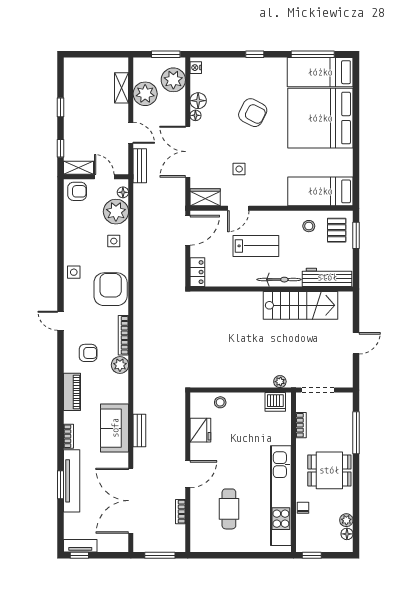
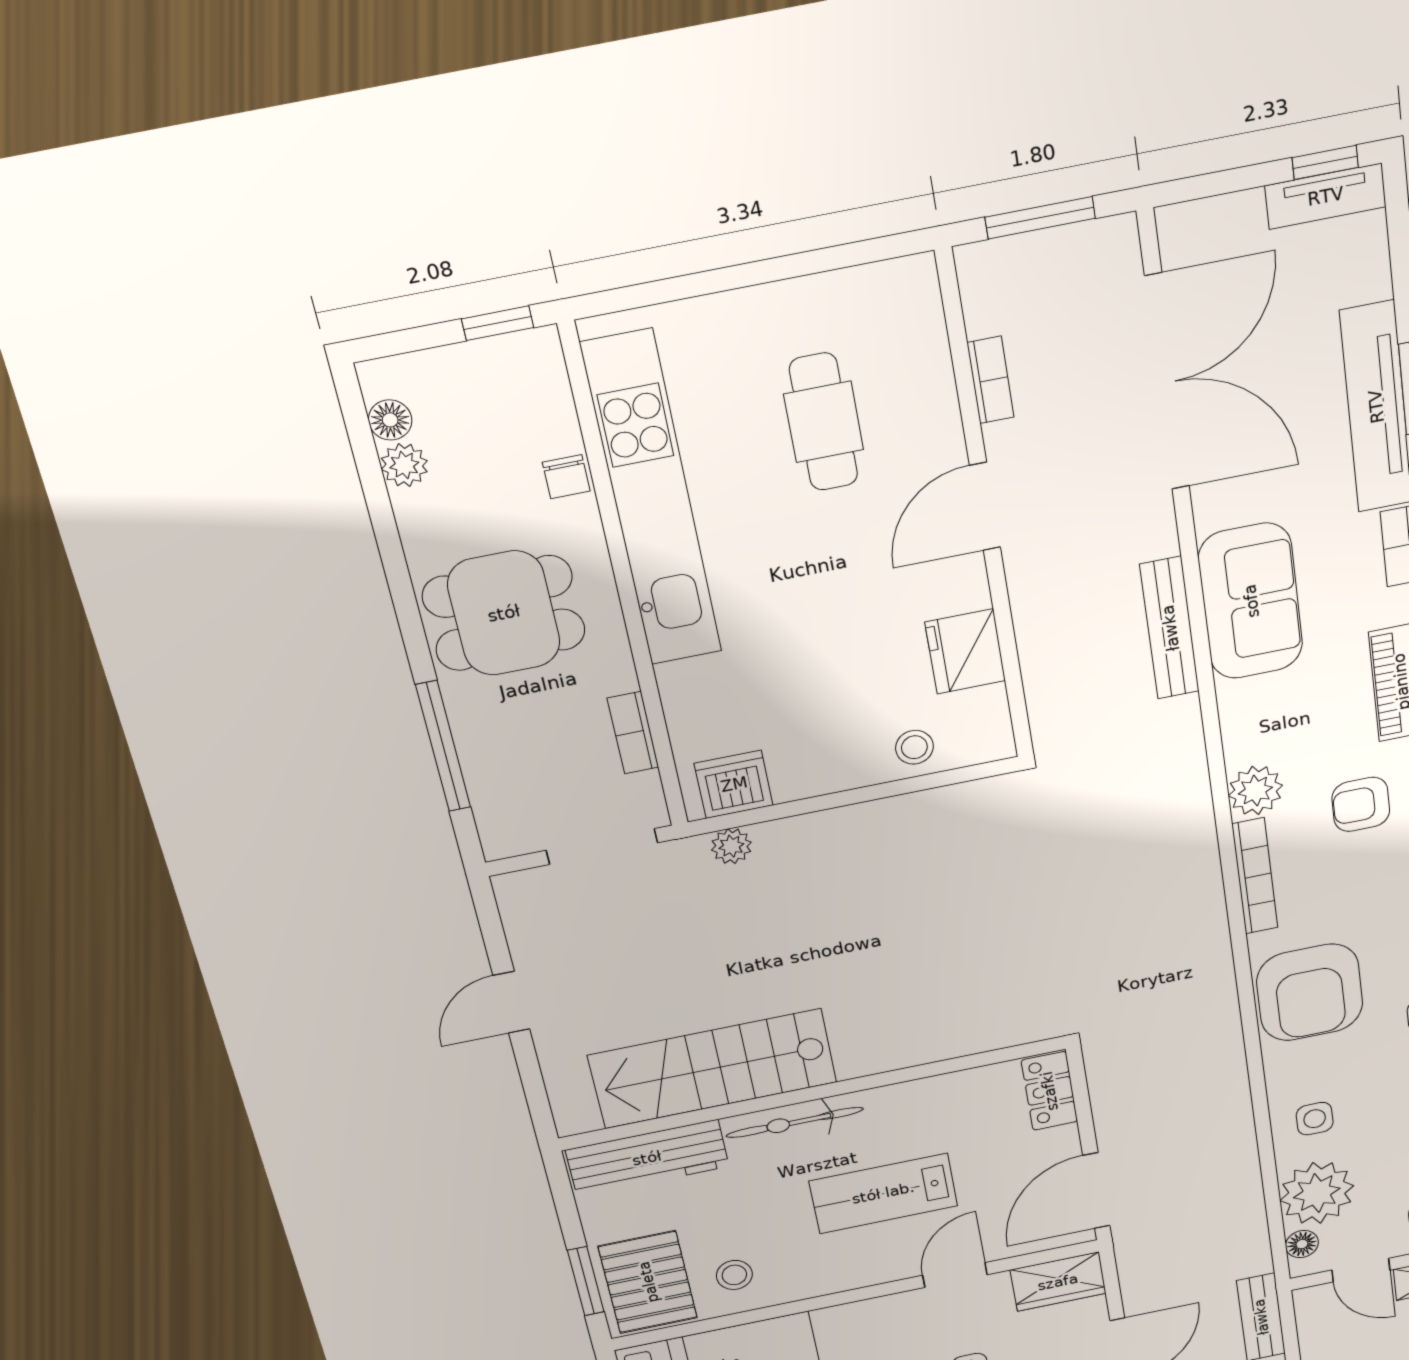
pallet: (337, 230) -> (648, 1282), width x1.50, depth x1.42
bench: (139, 431) -> (1170, 628), width x1.36

